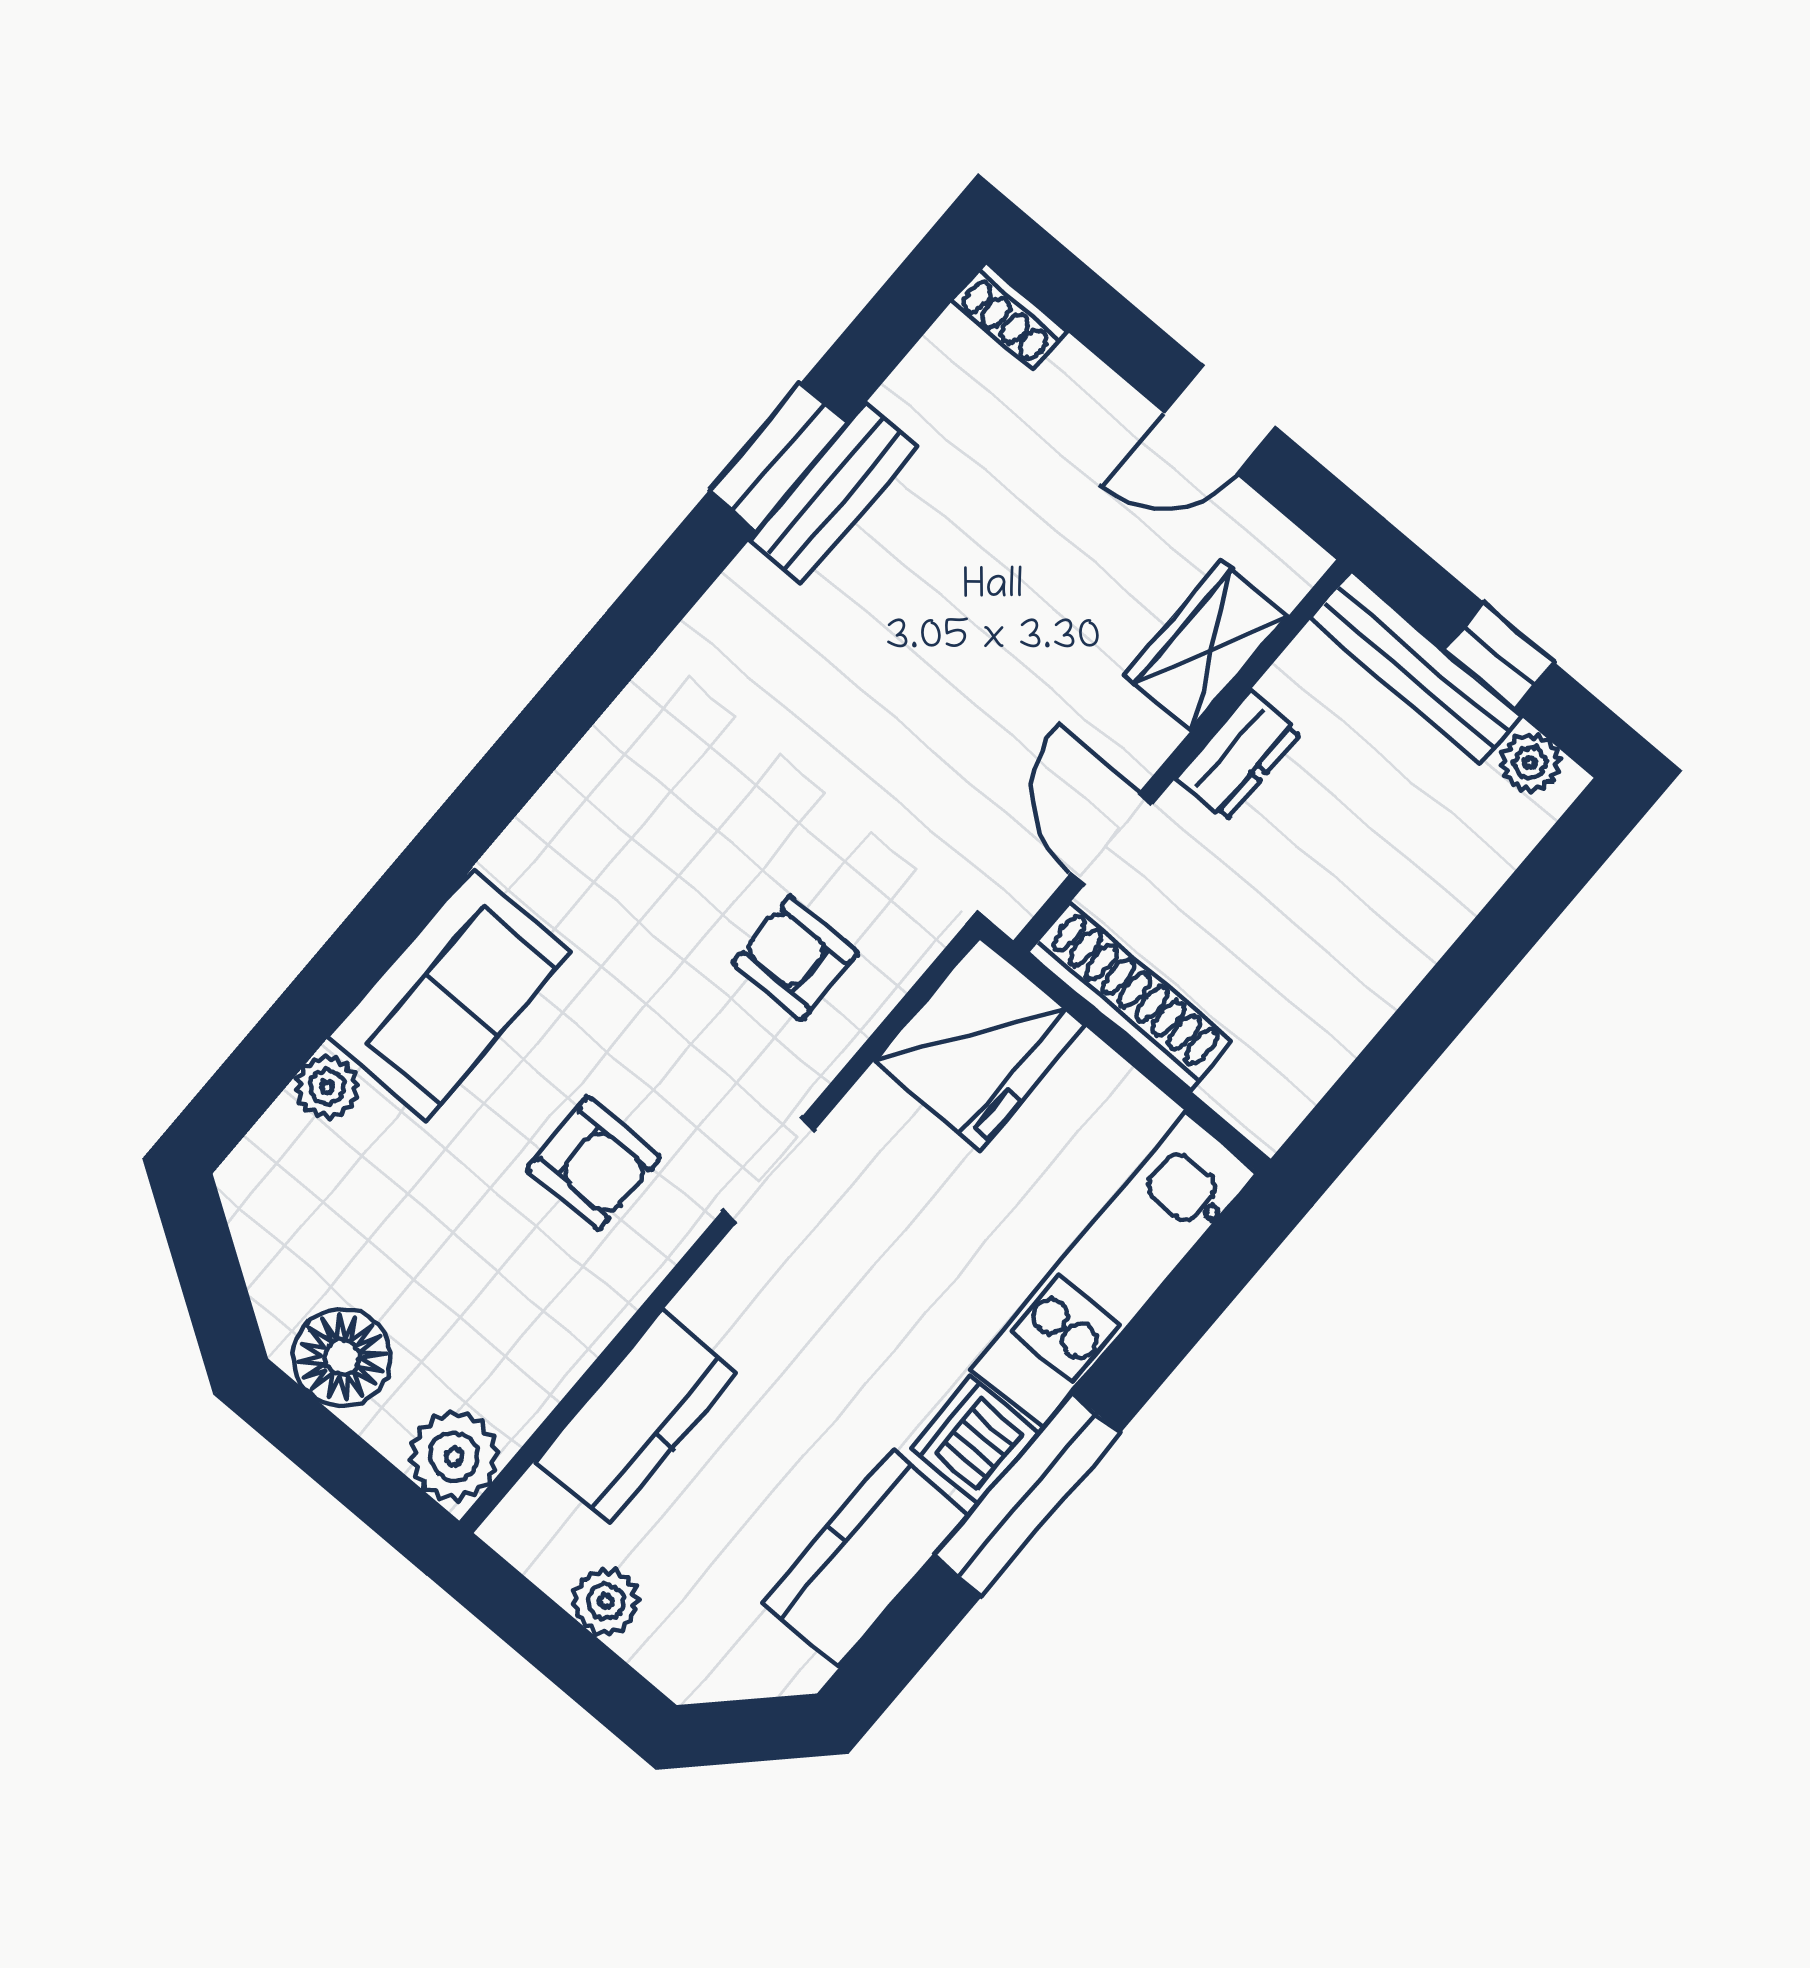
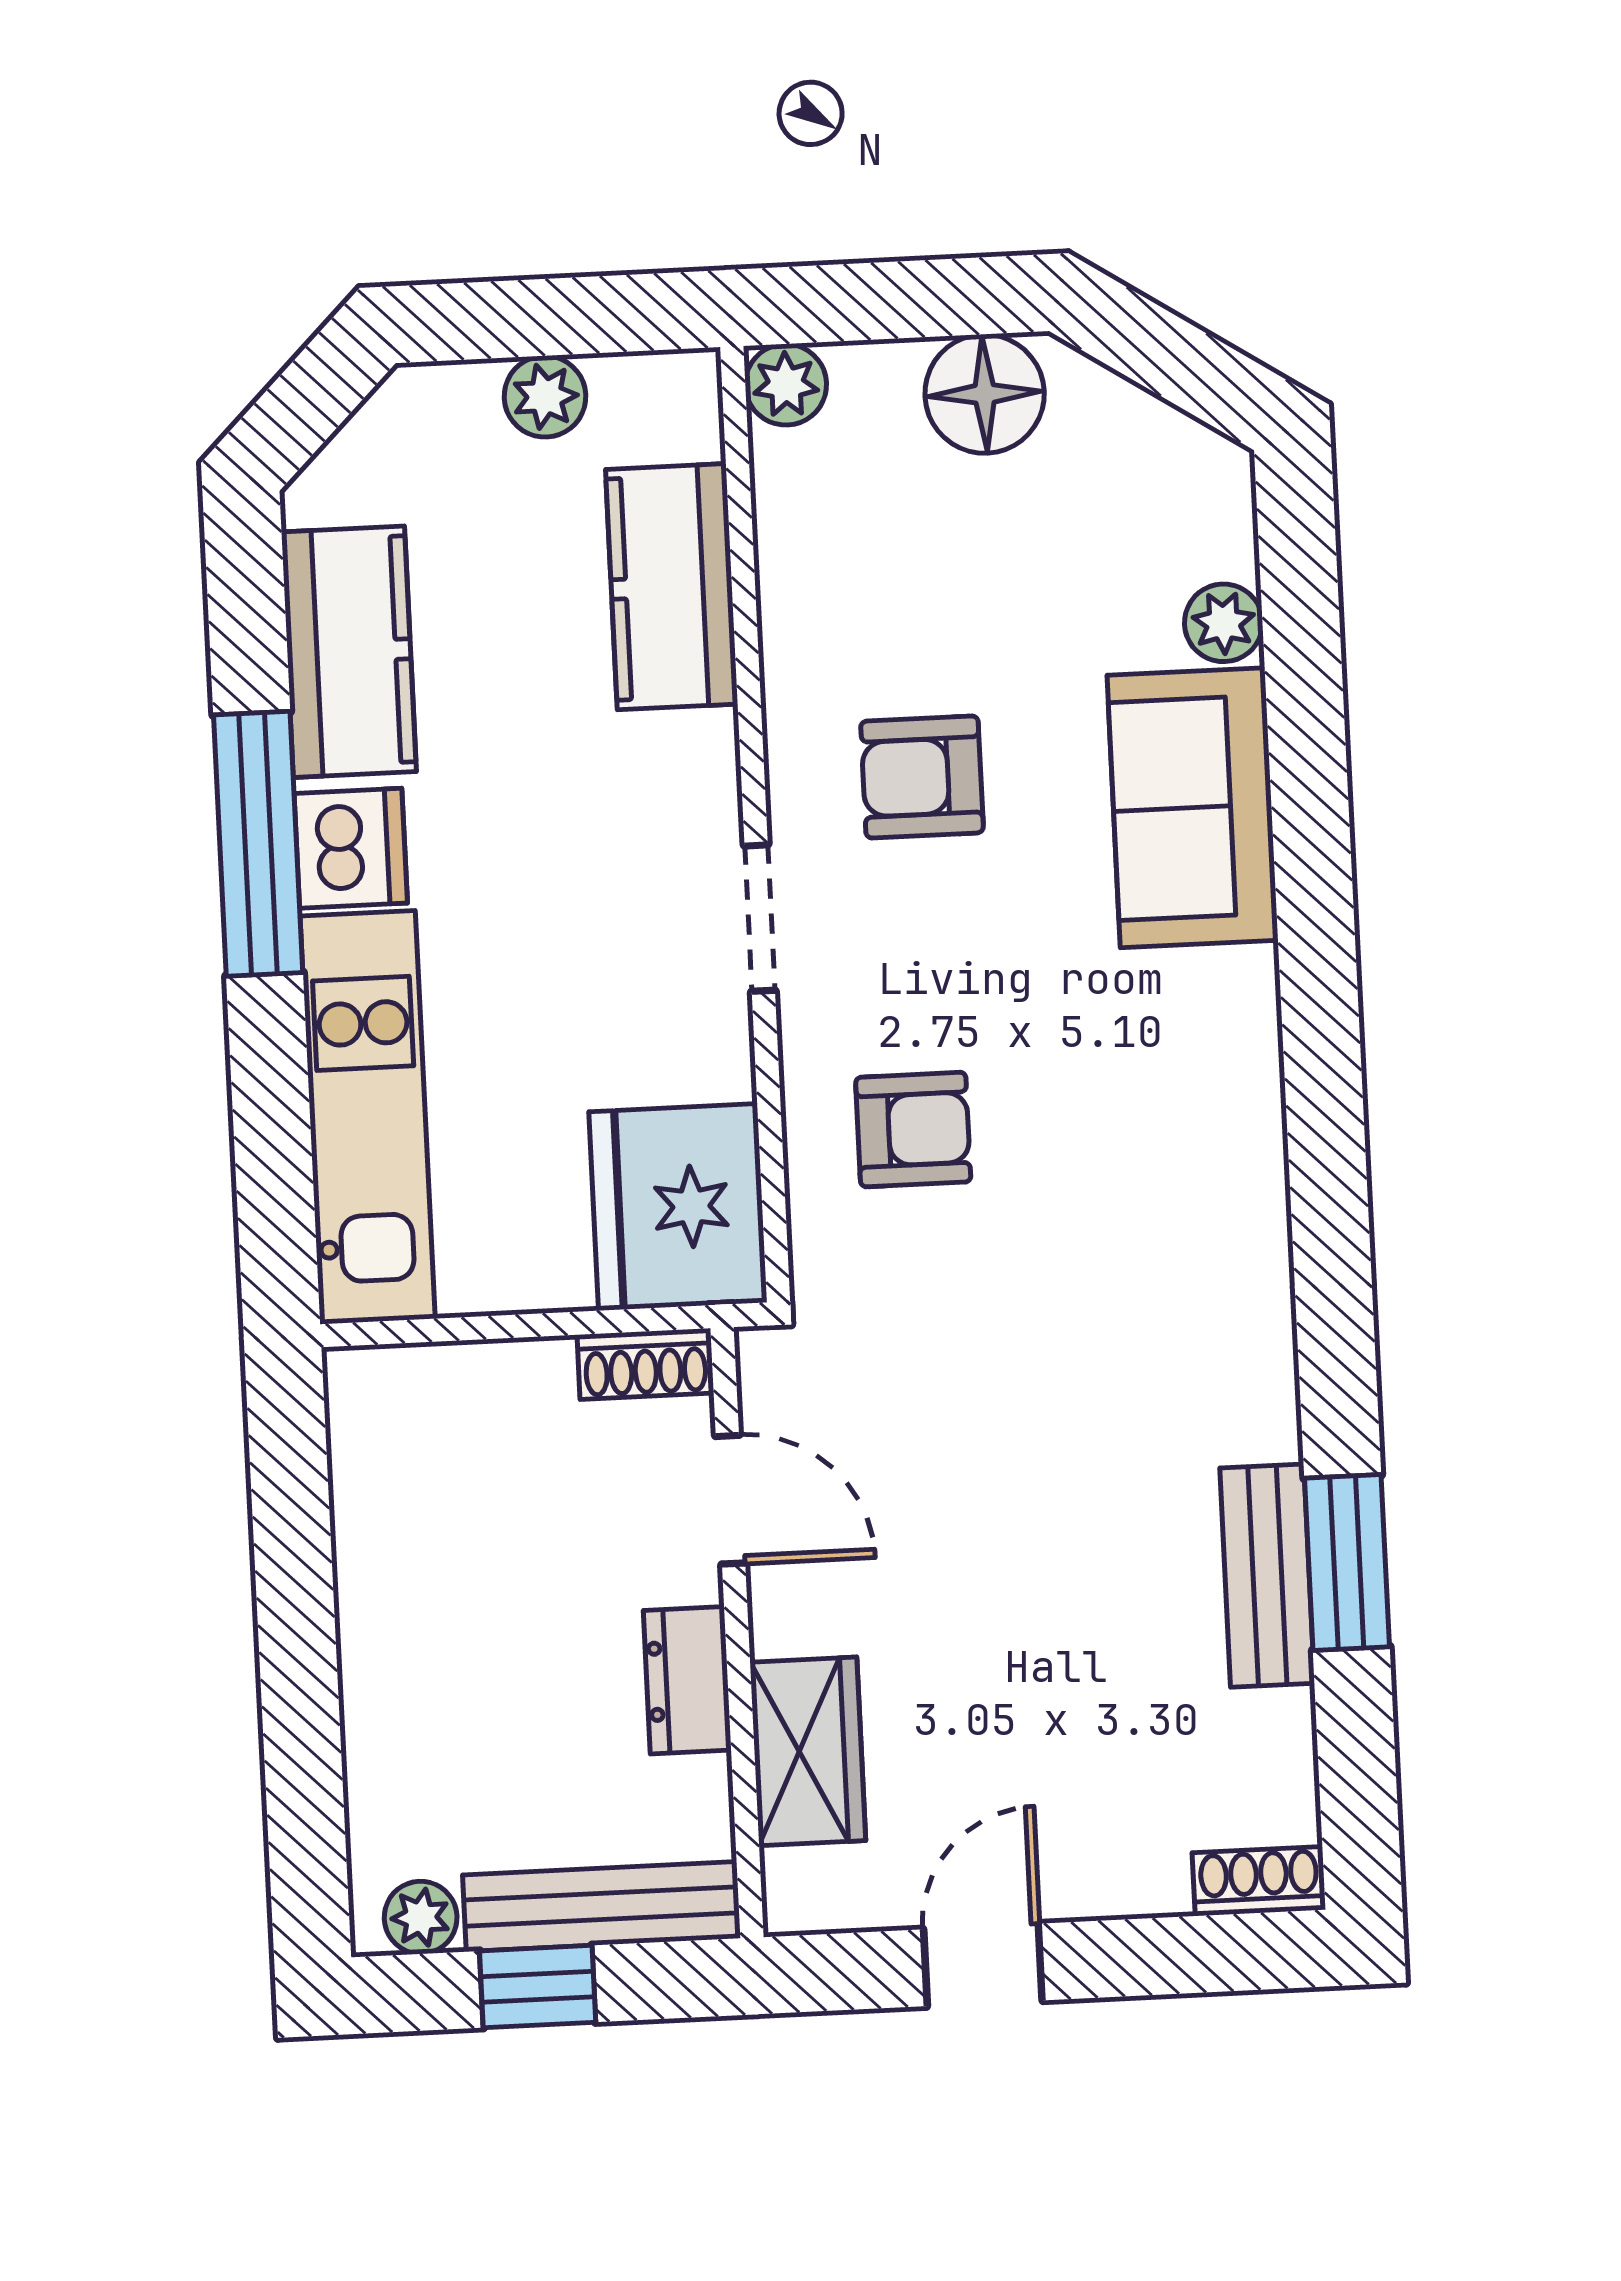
shoe rack: (1130, 996) -> (645, 1364), width x0.51, depth x0.81
plant: (454, 1456) -> (786, 385), width x0.73, depth x0.73

